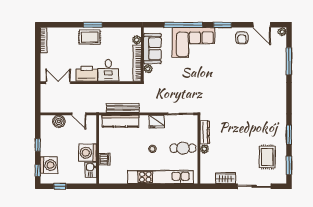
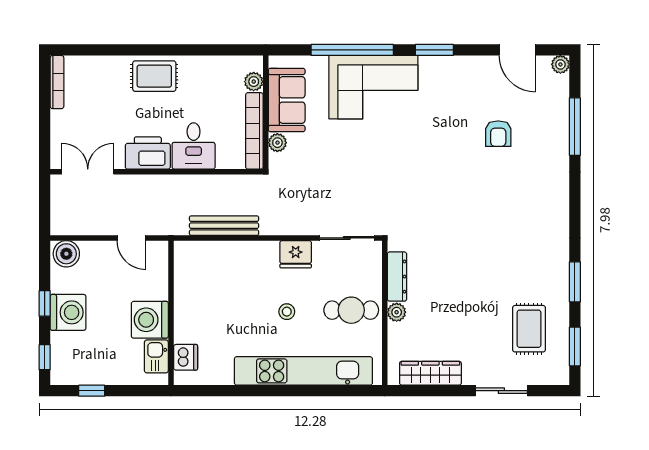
window: (93, 25) -> (161, 50), removed
armchair: (242, 38) -> (498, 134), moved
boiler: (59, 121) -> (66, 254), moved
kitchen counter: (120, 121) -> (219, 253), removed
dishwasher: (104, 159) -> (186, 357), moved
washing machine: (49, 165) -> (68, 312), moved
wardrobe: (225, 178) -> (430, 373), width x1.50
sliding door: (254, 186) -> (501, 391), width x0.73

